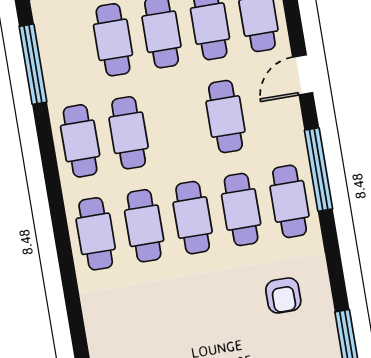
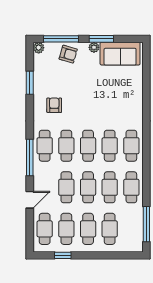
cafe table: (177, 125) -> (88, 187), added

